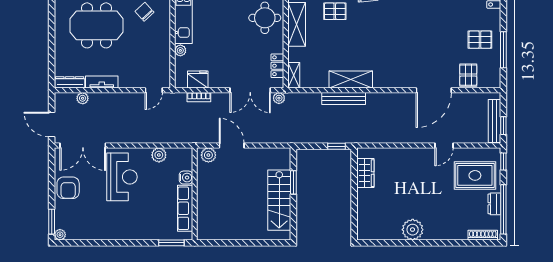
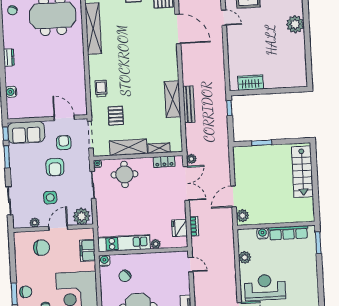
shelving: (294, 75) -> (159, 148), moved
stairs: (279, 200) -> (302, 172), moved, turned 90
plant: (413, 230) -> (295, 24), moved

